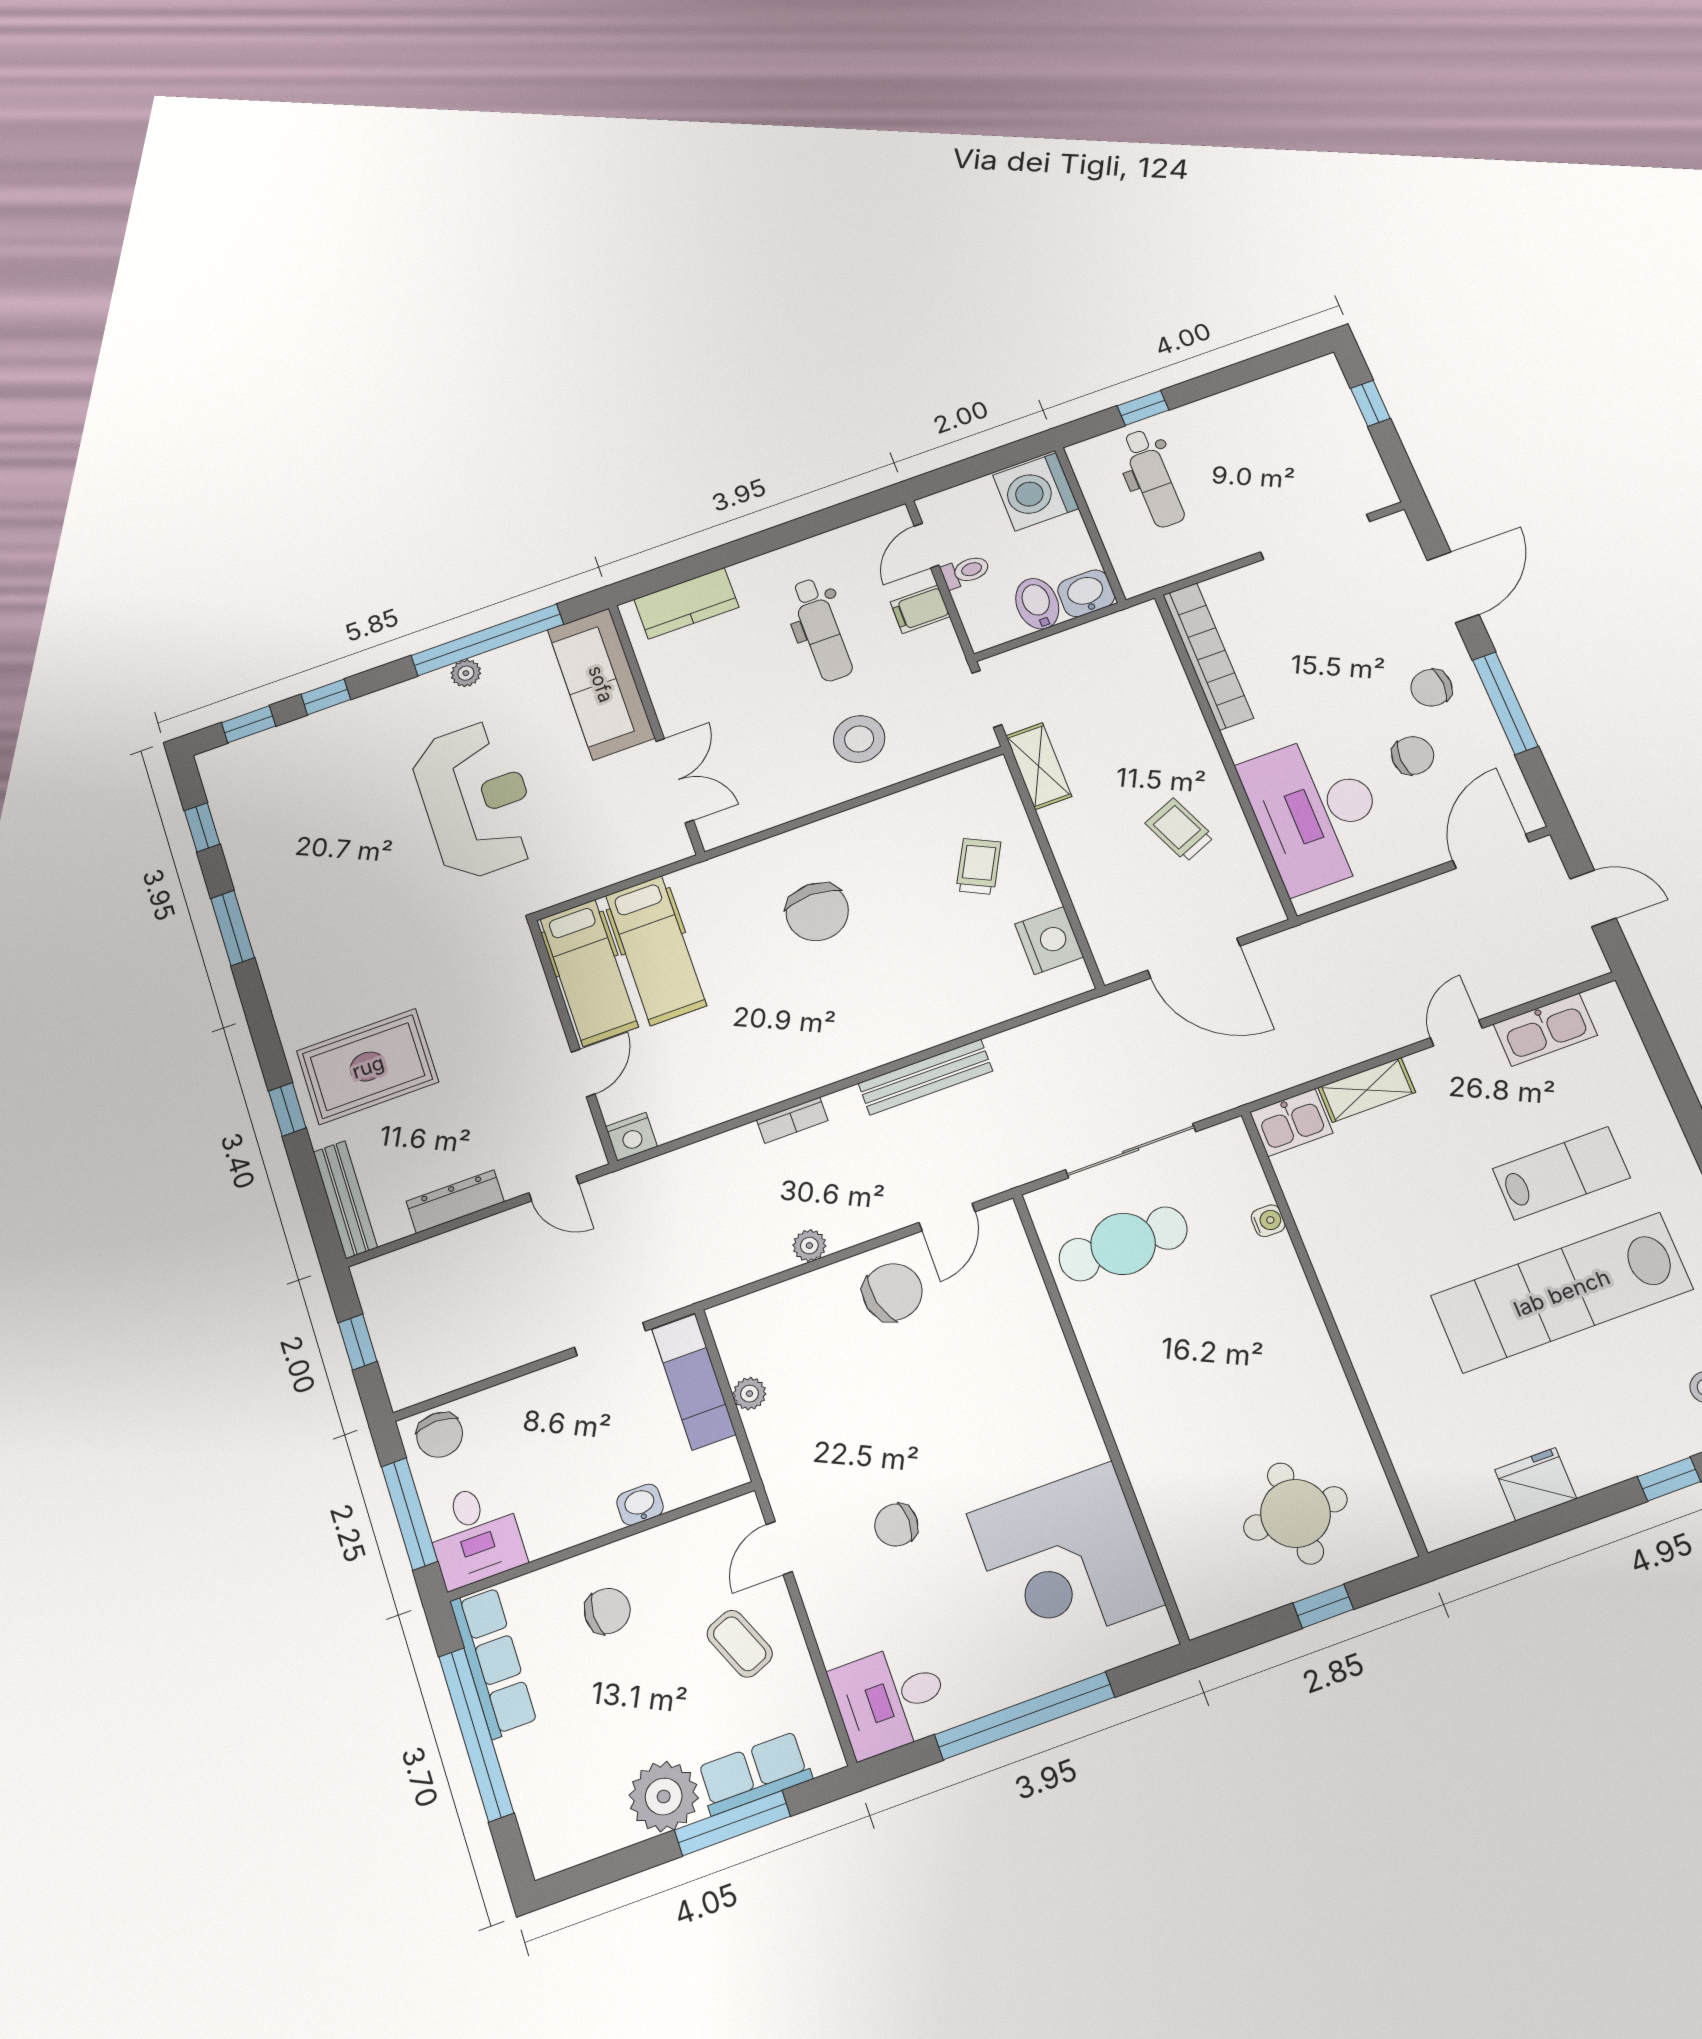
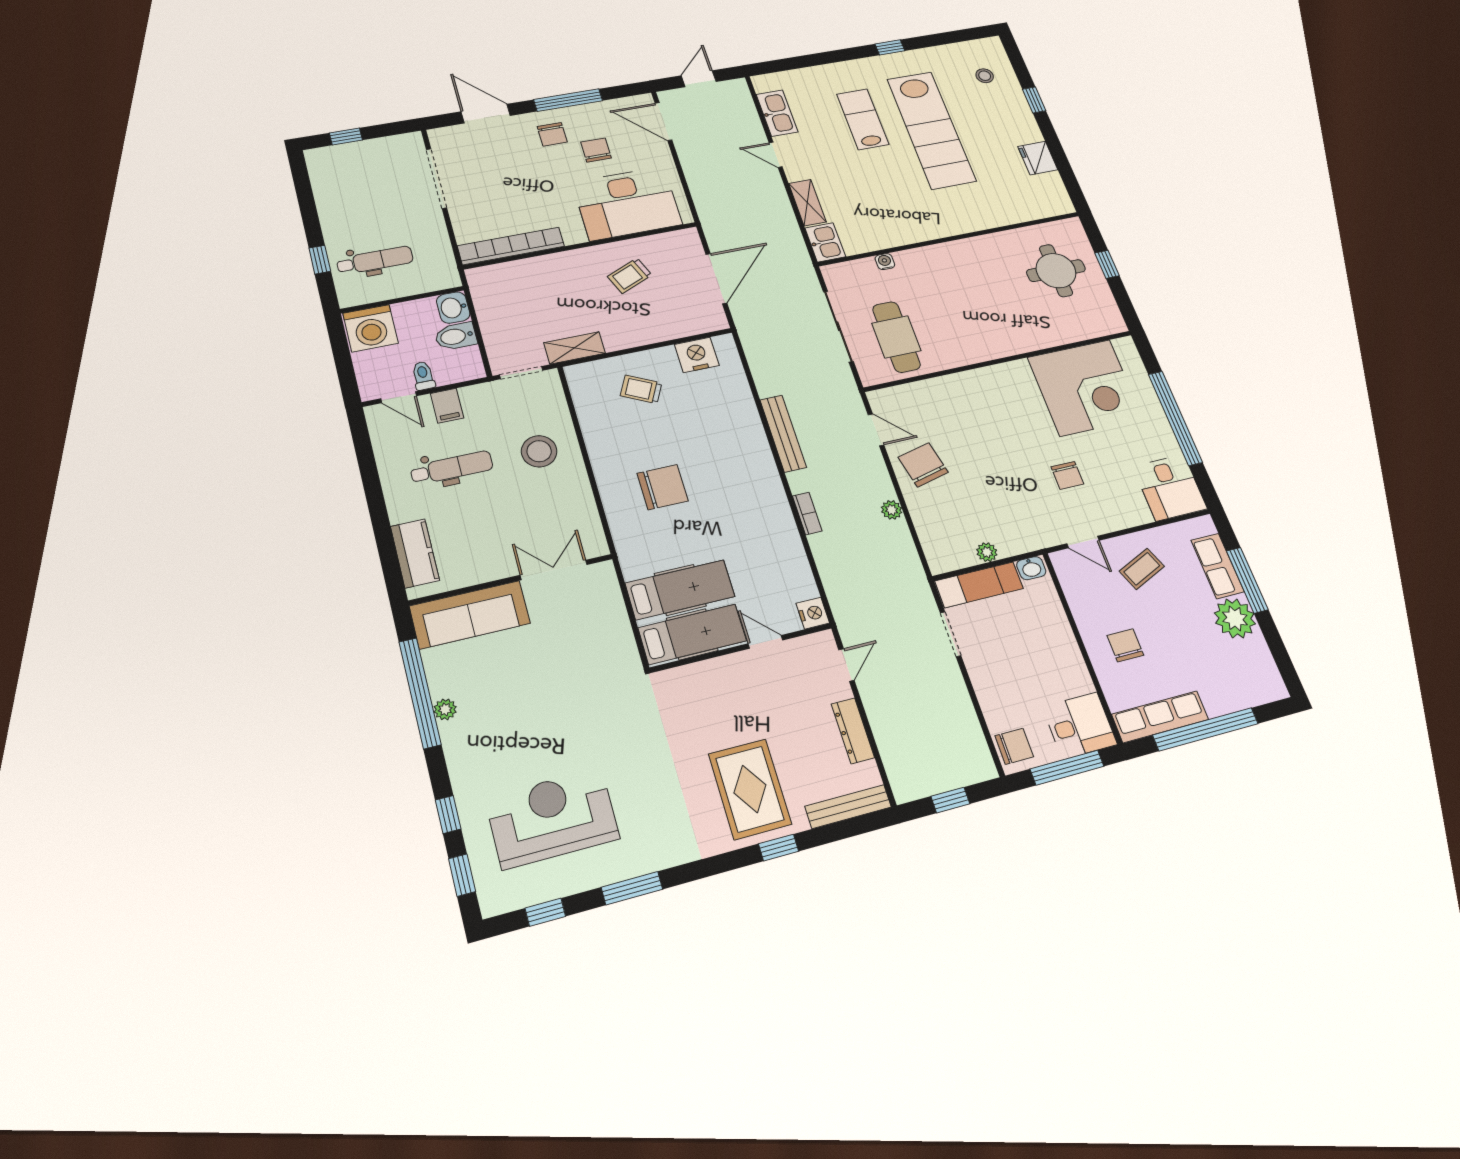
reception desk: (476, 800) -> (552, 818), moved
washbasin: (640, 1505) -> (1031, 568), moved, turned -90

